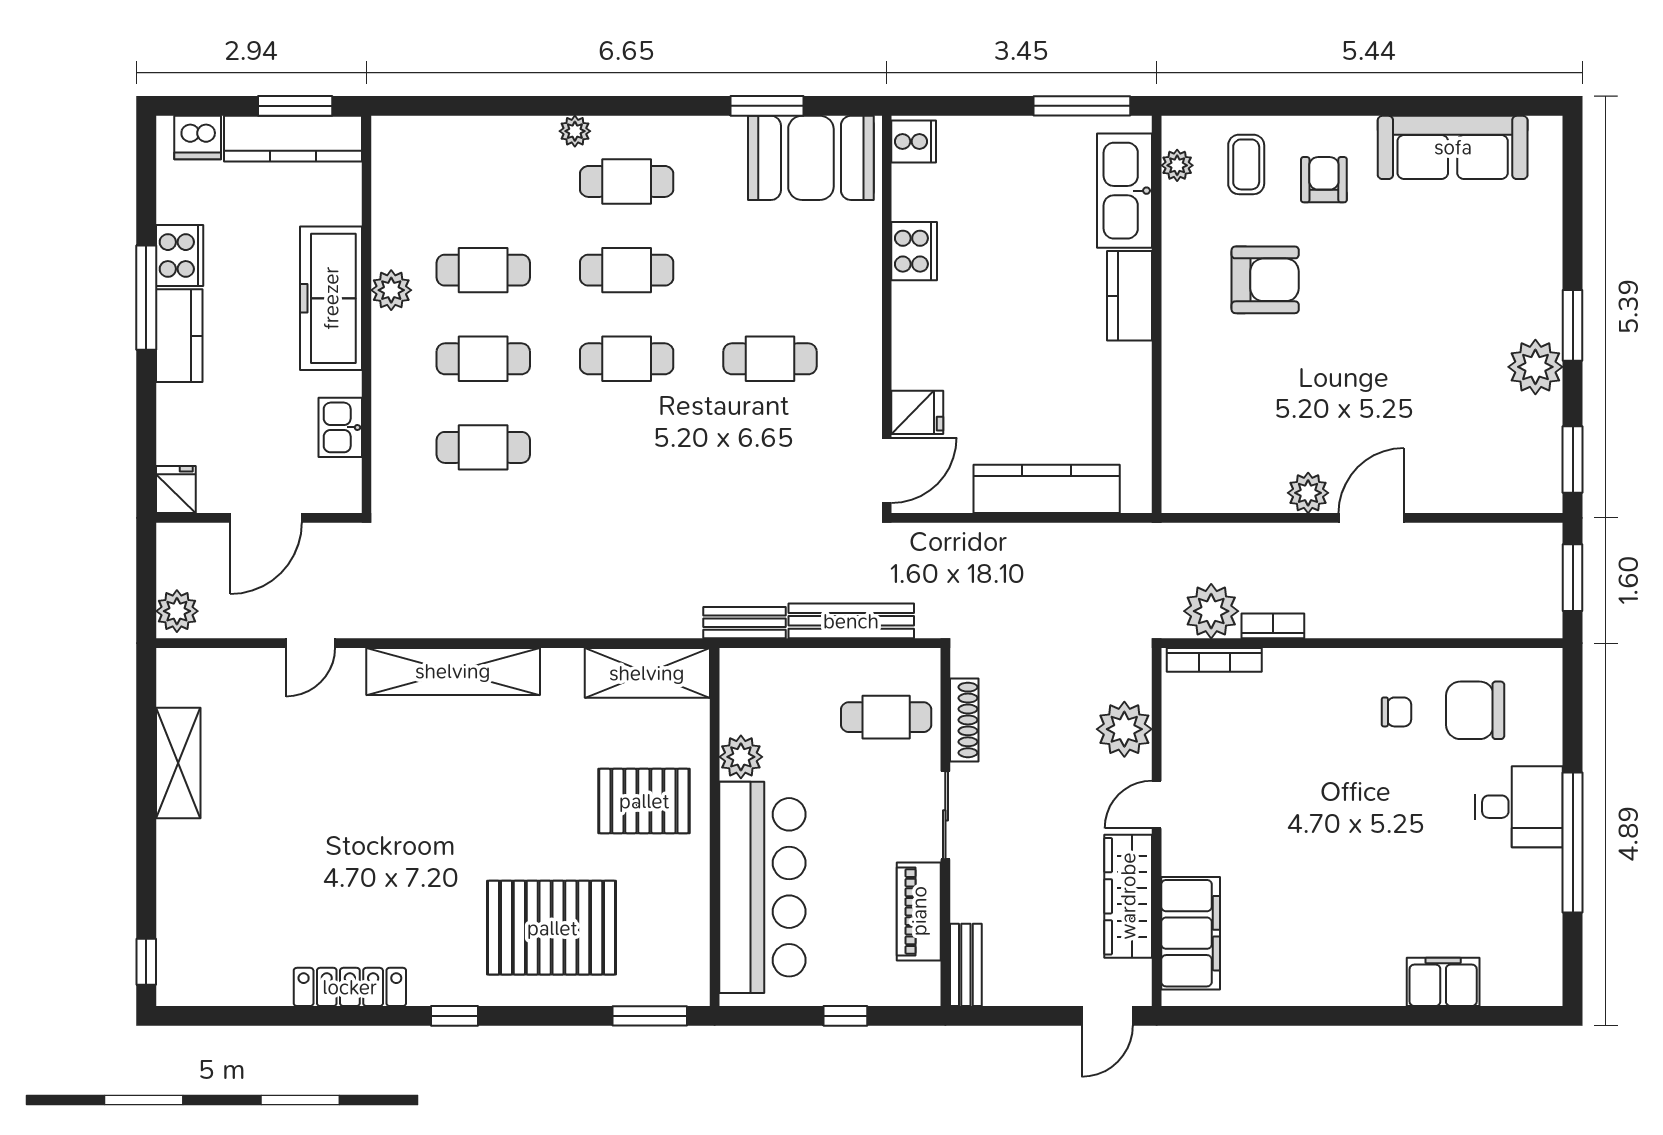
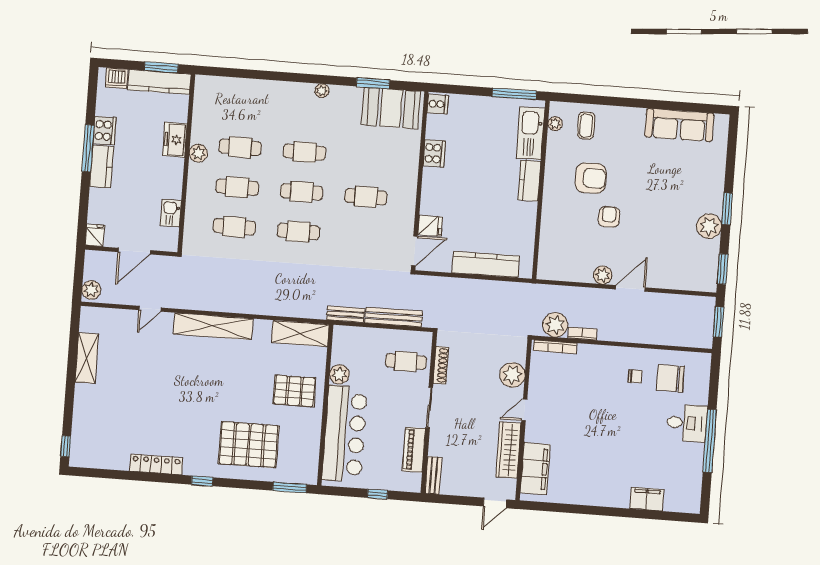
plant: (575, 131) -> (322, 91), moved
armchair: (1324, 180) -> (609, 217), moved
cafe table: (627, 181) -> (299, 232), moved
freezer: (331, 298) -> (175, 140), width x0.52, depth x0.79

